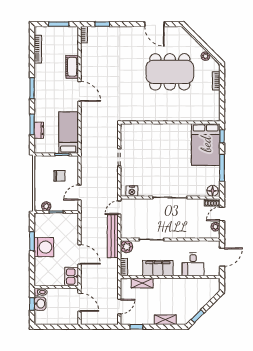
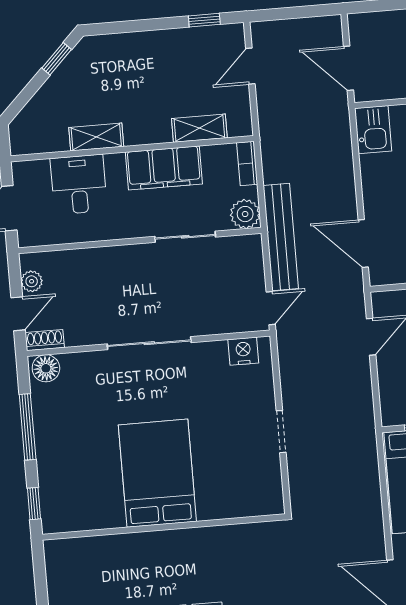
bed: (206, 144) -> (157, 473), moved
door: (80, 254) -> (363, 243), moved
shelving: (165, 320) -> (96, 137), moved

